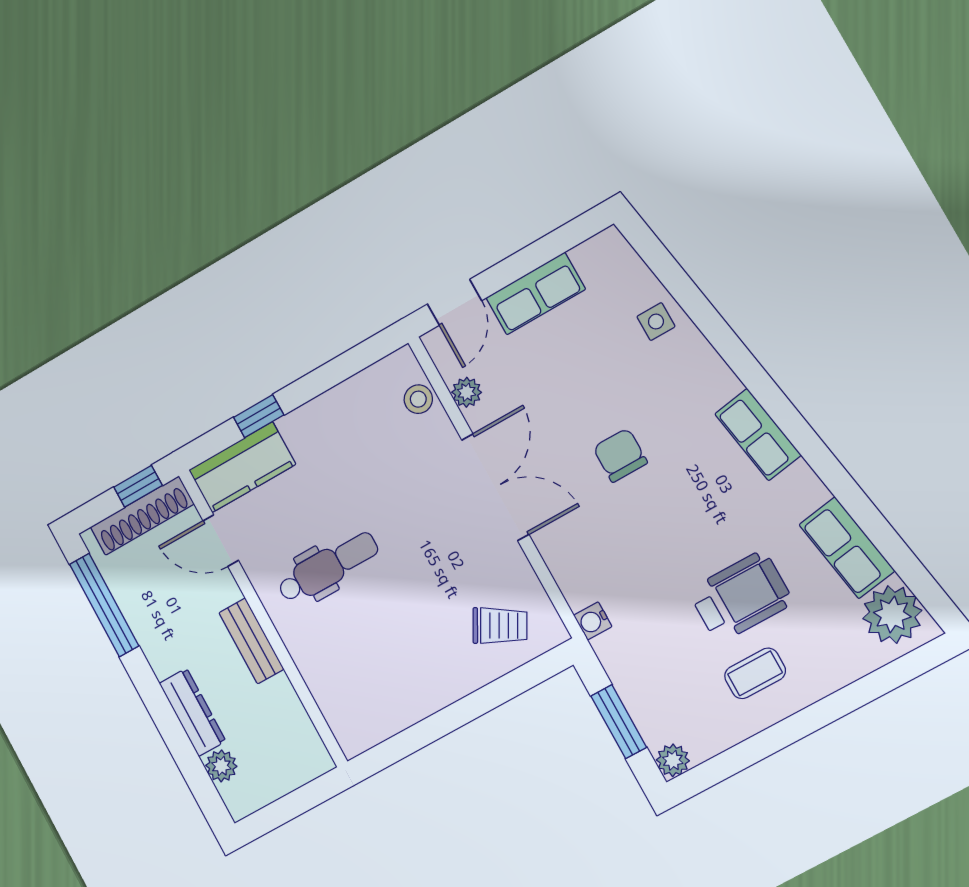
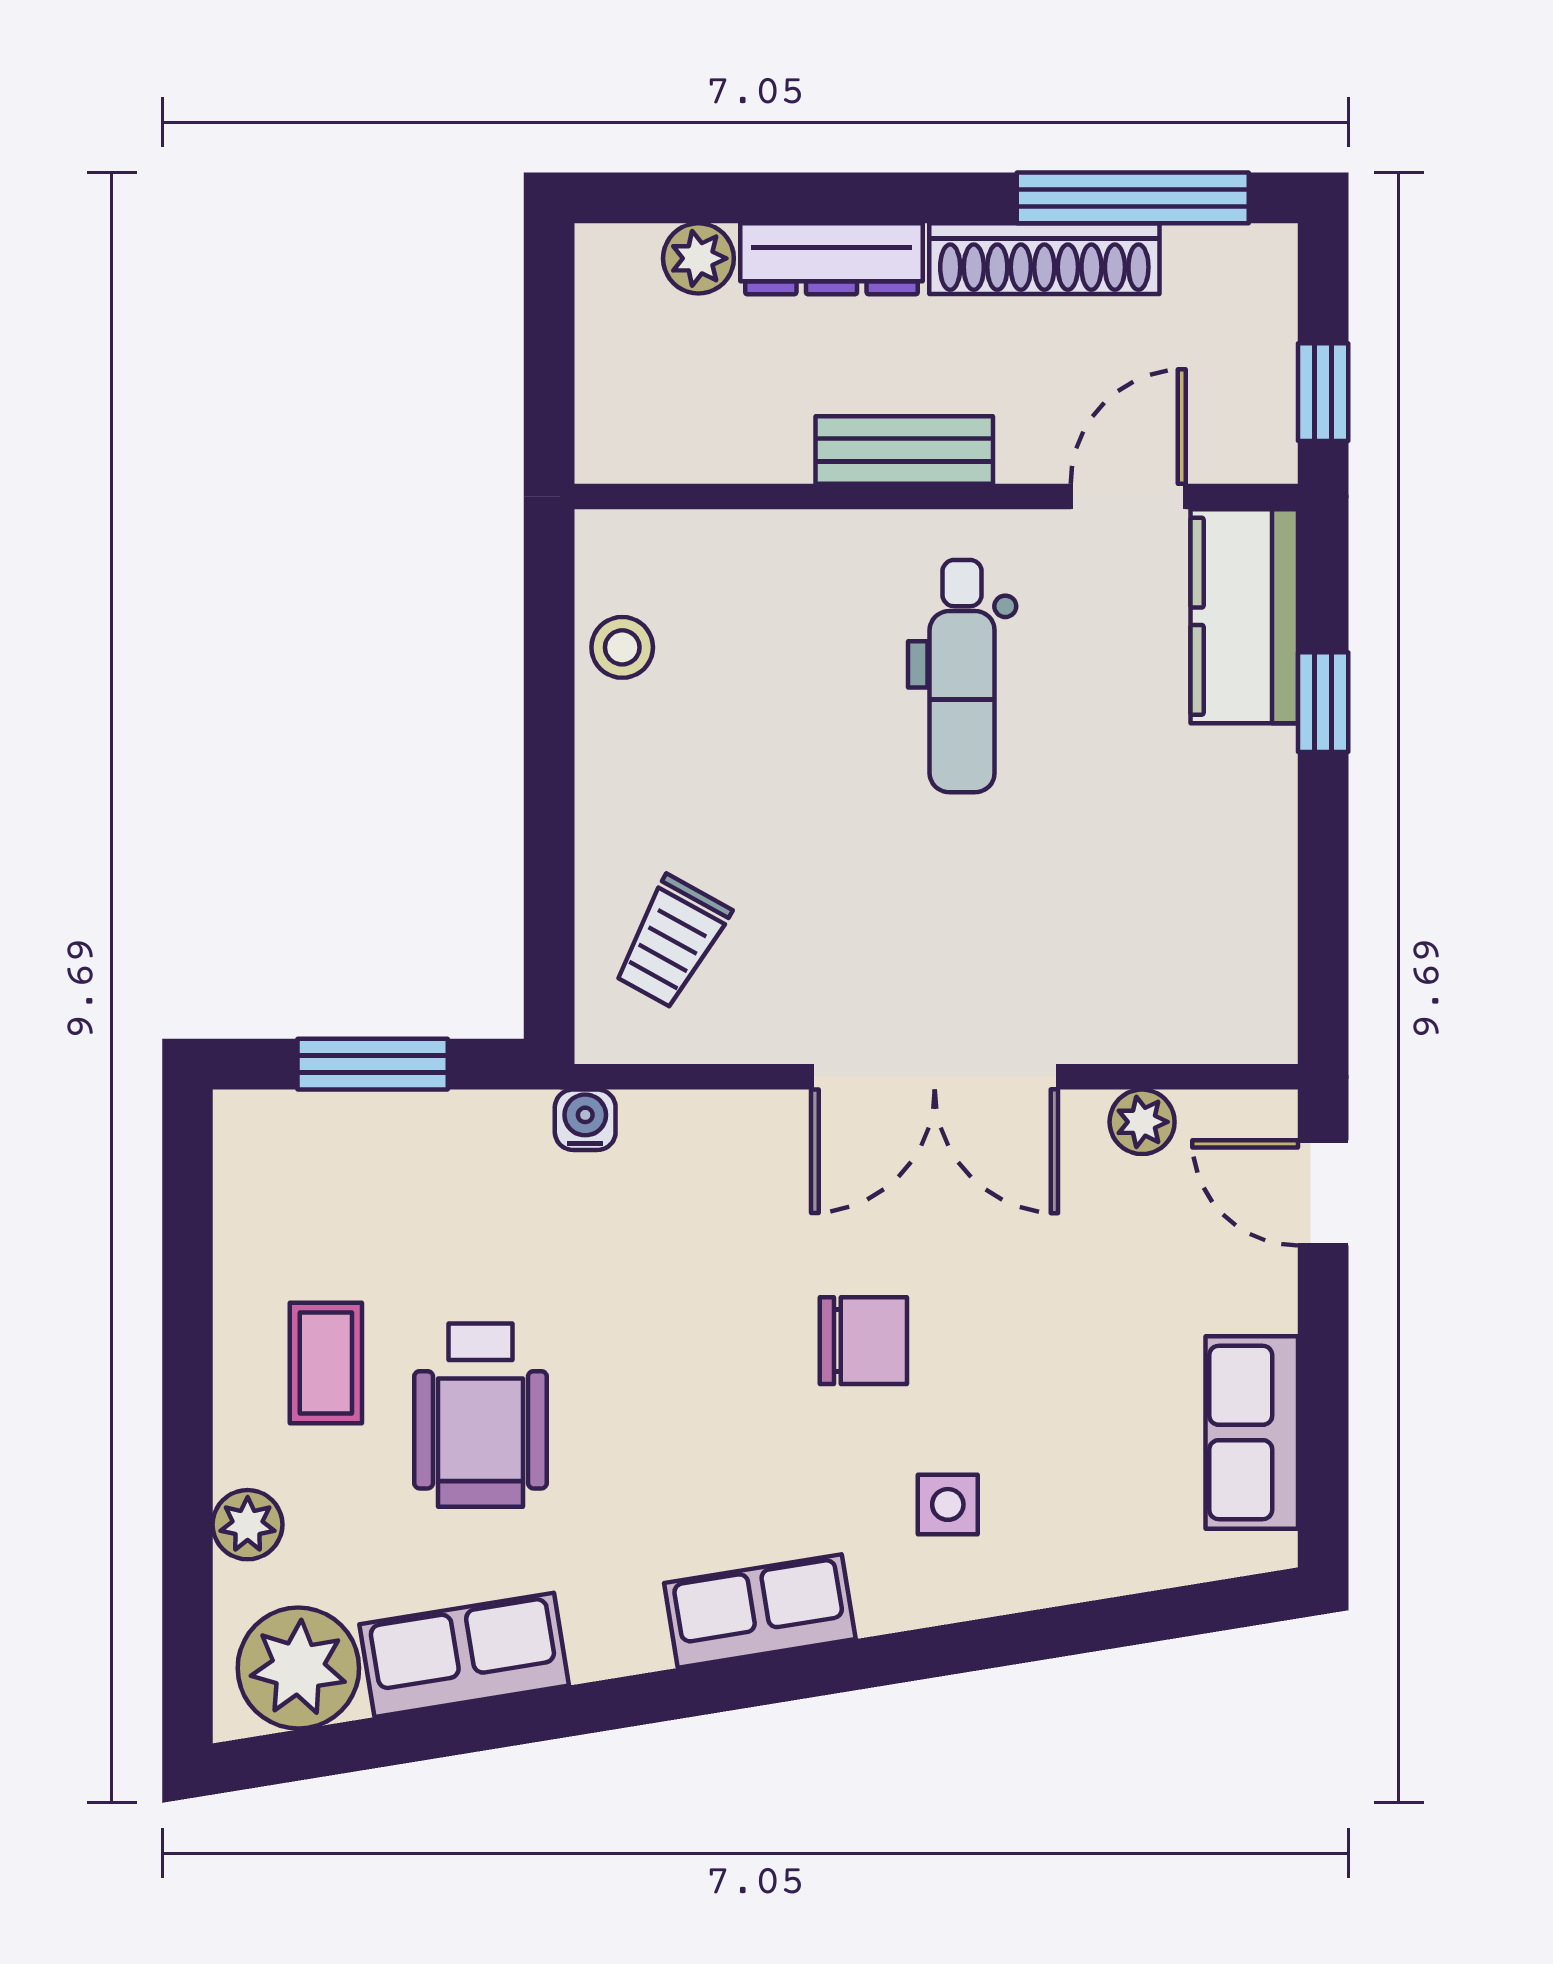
row of seats: (536, 293) -> (1252, 1432), moved
side table: (656, 322) -> (948, 1504), moved
stool: (418, 399) -> (622, 647), moved
shoe rack: (142, 516) -> (1044, 259), moved, turned -90
plant: (673, 760) -> (248, 1525), moved

